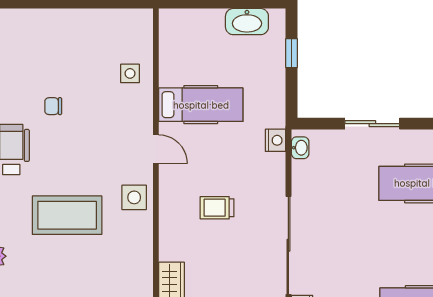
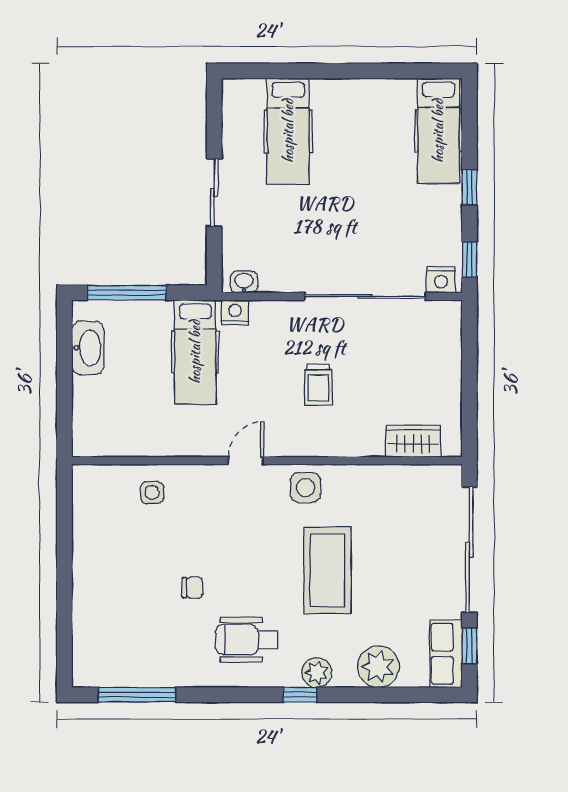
window: (291, 53) -> (127, 293), width x2.17
hospital bed: (201, 105) -> (195, 352), moved, turned 180
chair: (53, 106) -> (193, 588), turned -90

